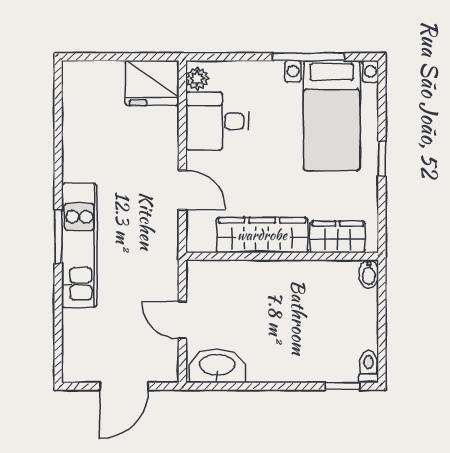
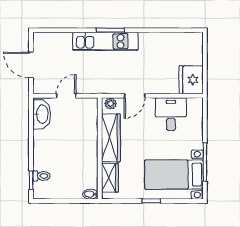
plant: (197, 78) -> (111, 104), moved
toilet: (368, 367) -> (41, 176), moved

